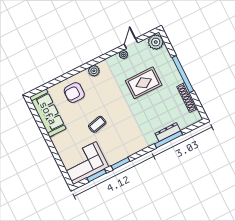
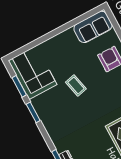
sofa: (48, 113) -> (93, 27), width x0.73

